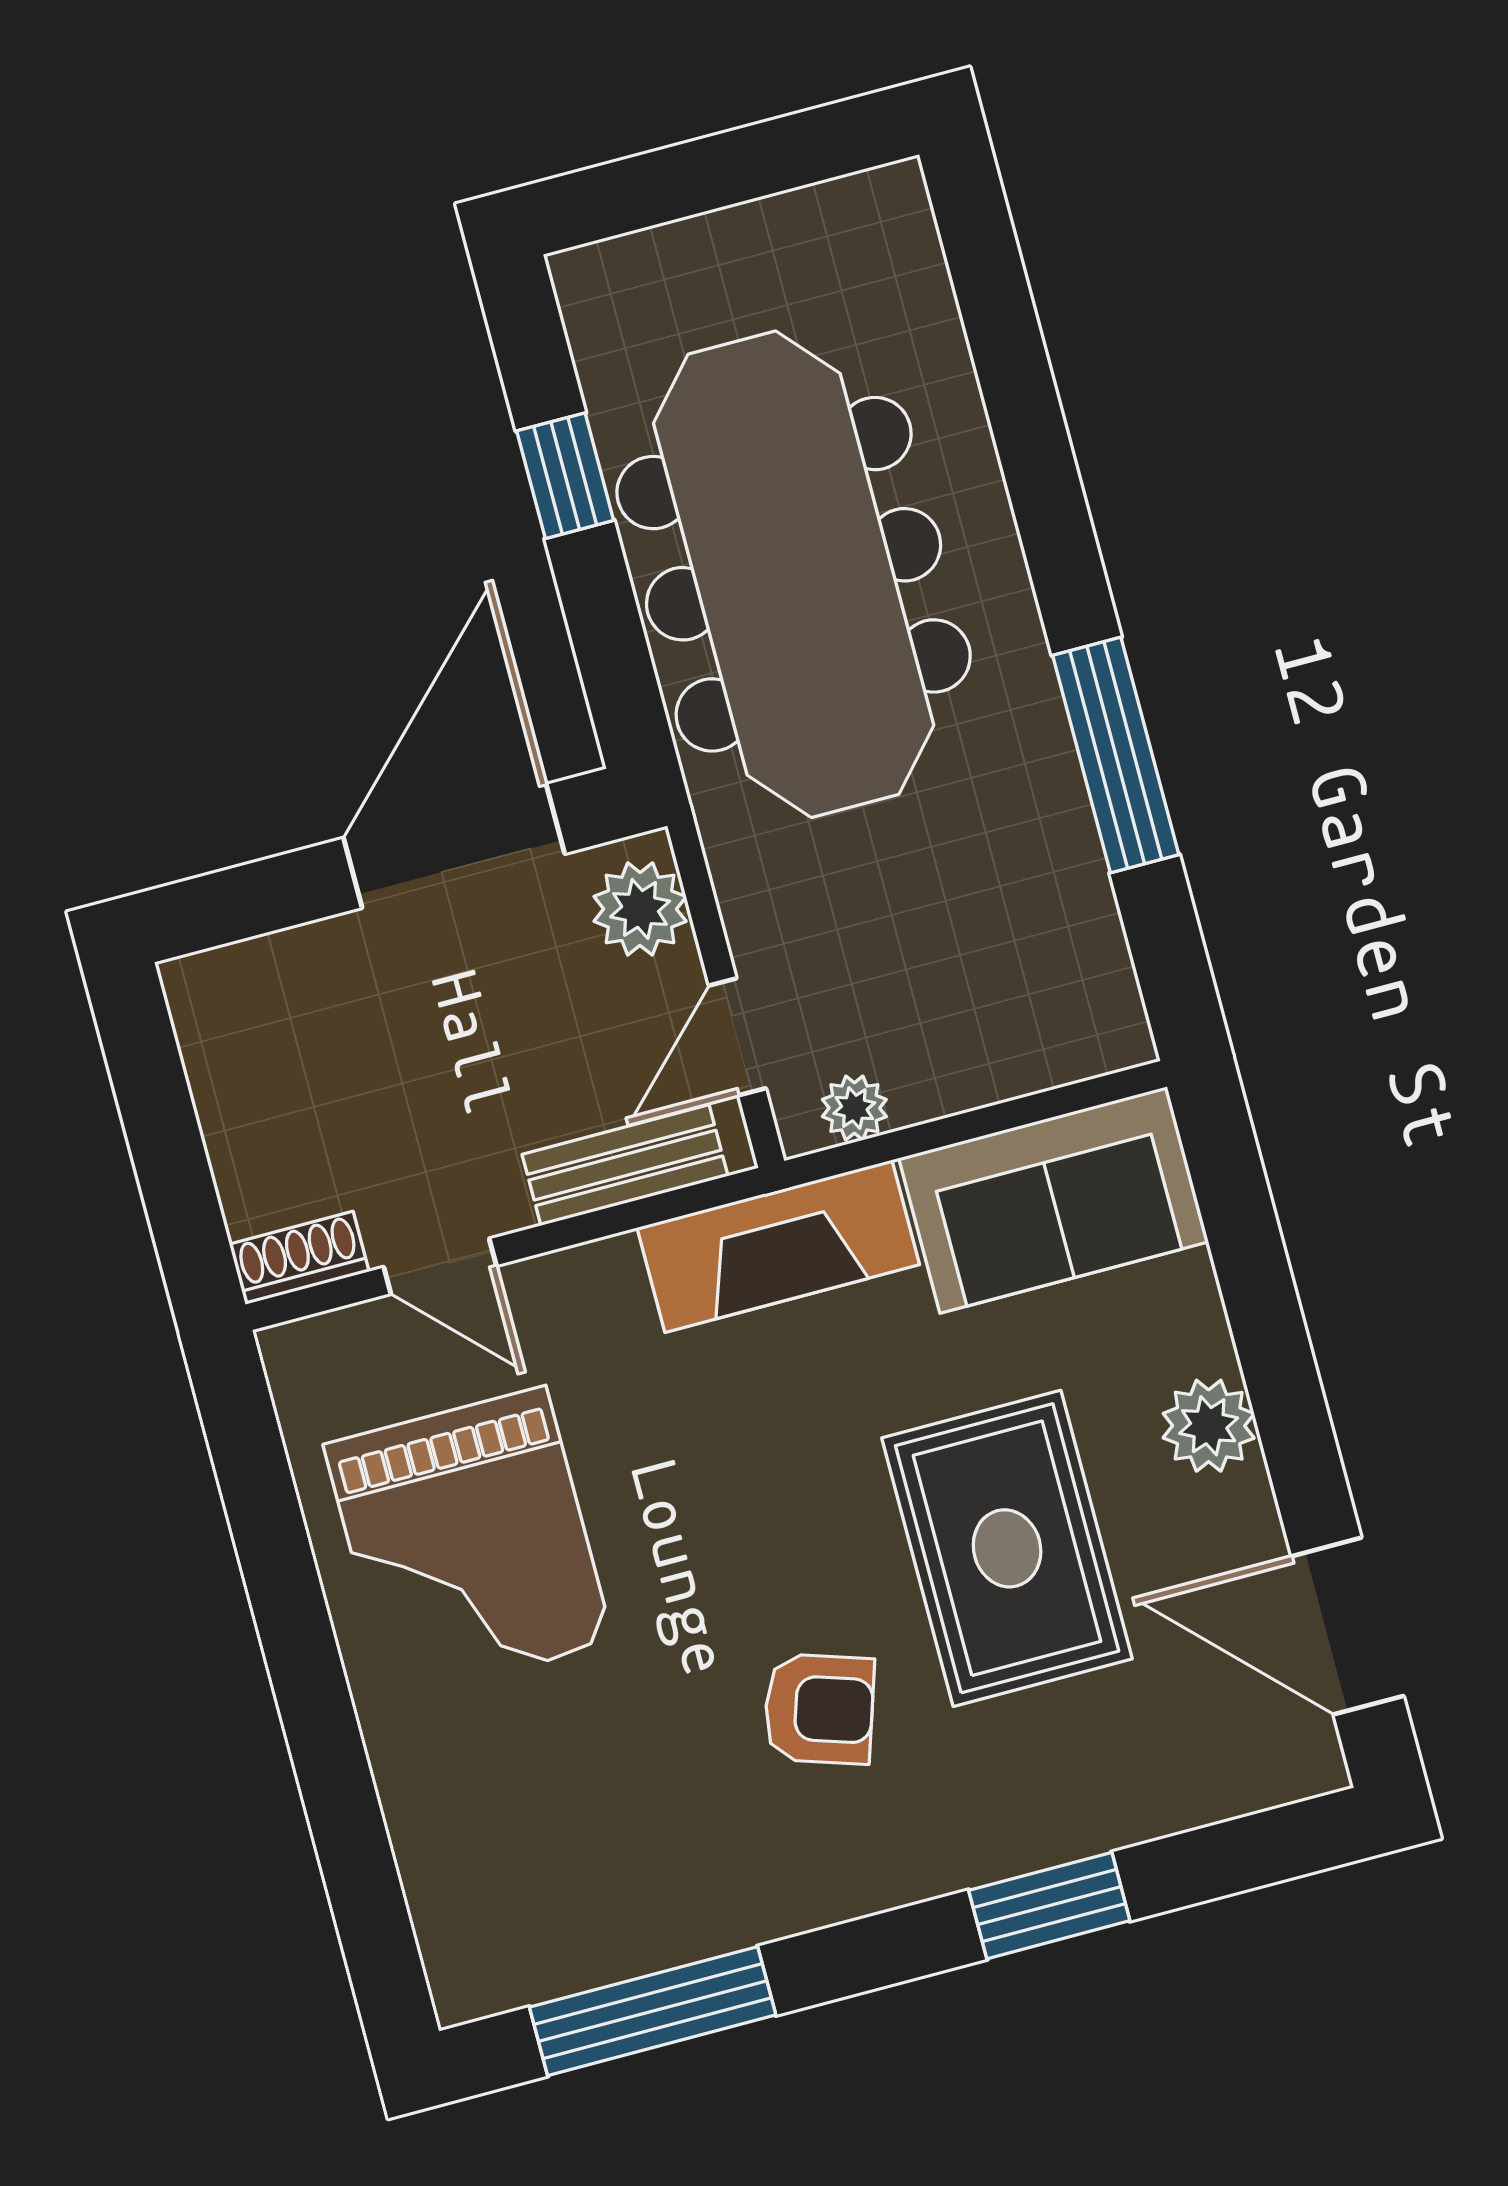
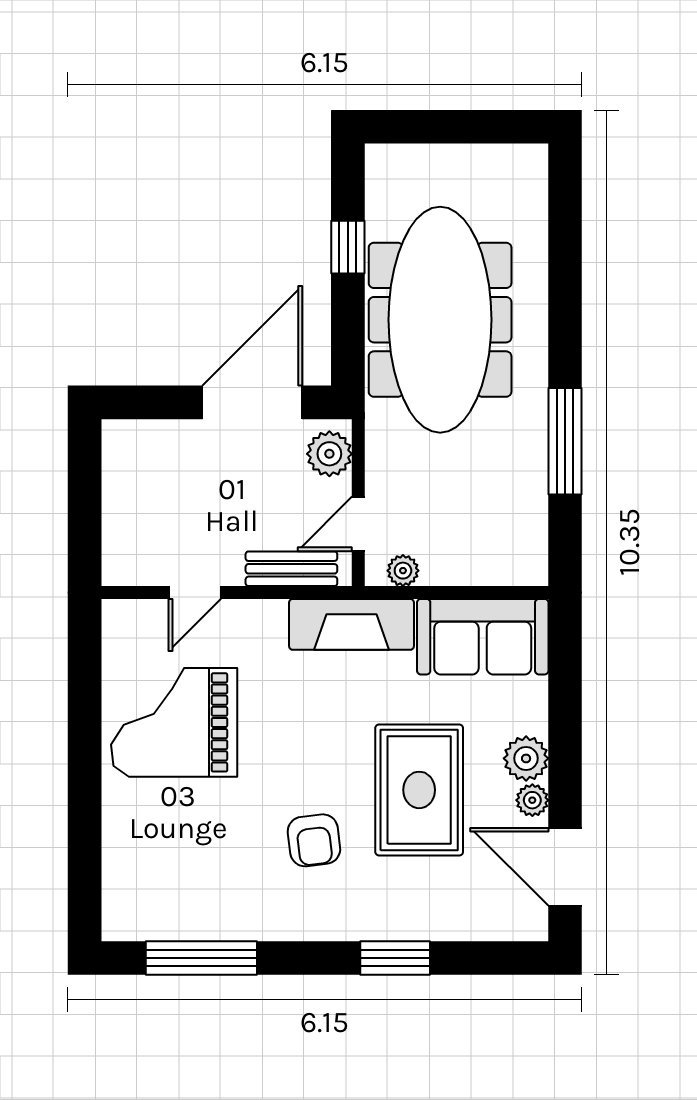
shoe rack: (299, 1258) -> (132, 572), removed
door: (440, 1266) -> (195, 592), hinge flipped
plant: (1244, 1508) -> (532, 800), added
grand piano: (469, 1544) -> (174, 722), turned 90
armchair: (819, 1709) -> (314, 840), turned 65

